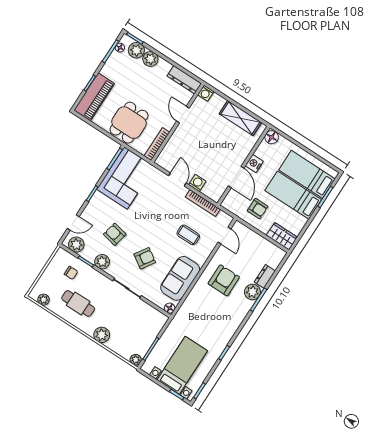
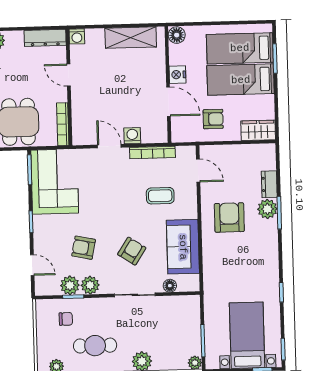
door: (73, 223) -> (32, 265), hinge flipped
plant: (76, 245) -> (70, 285), moved
floor lamp: (170, 308) -> (170, 286), moved

